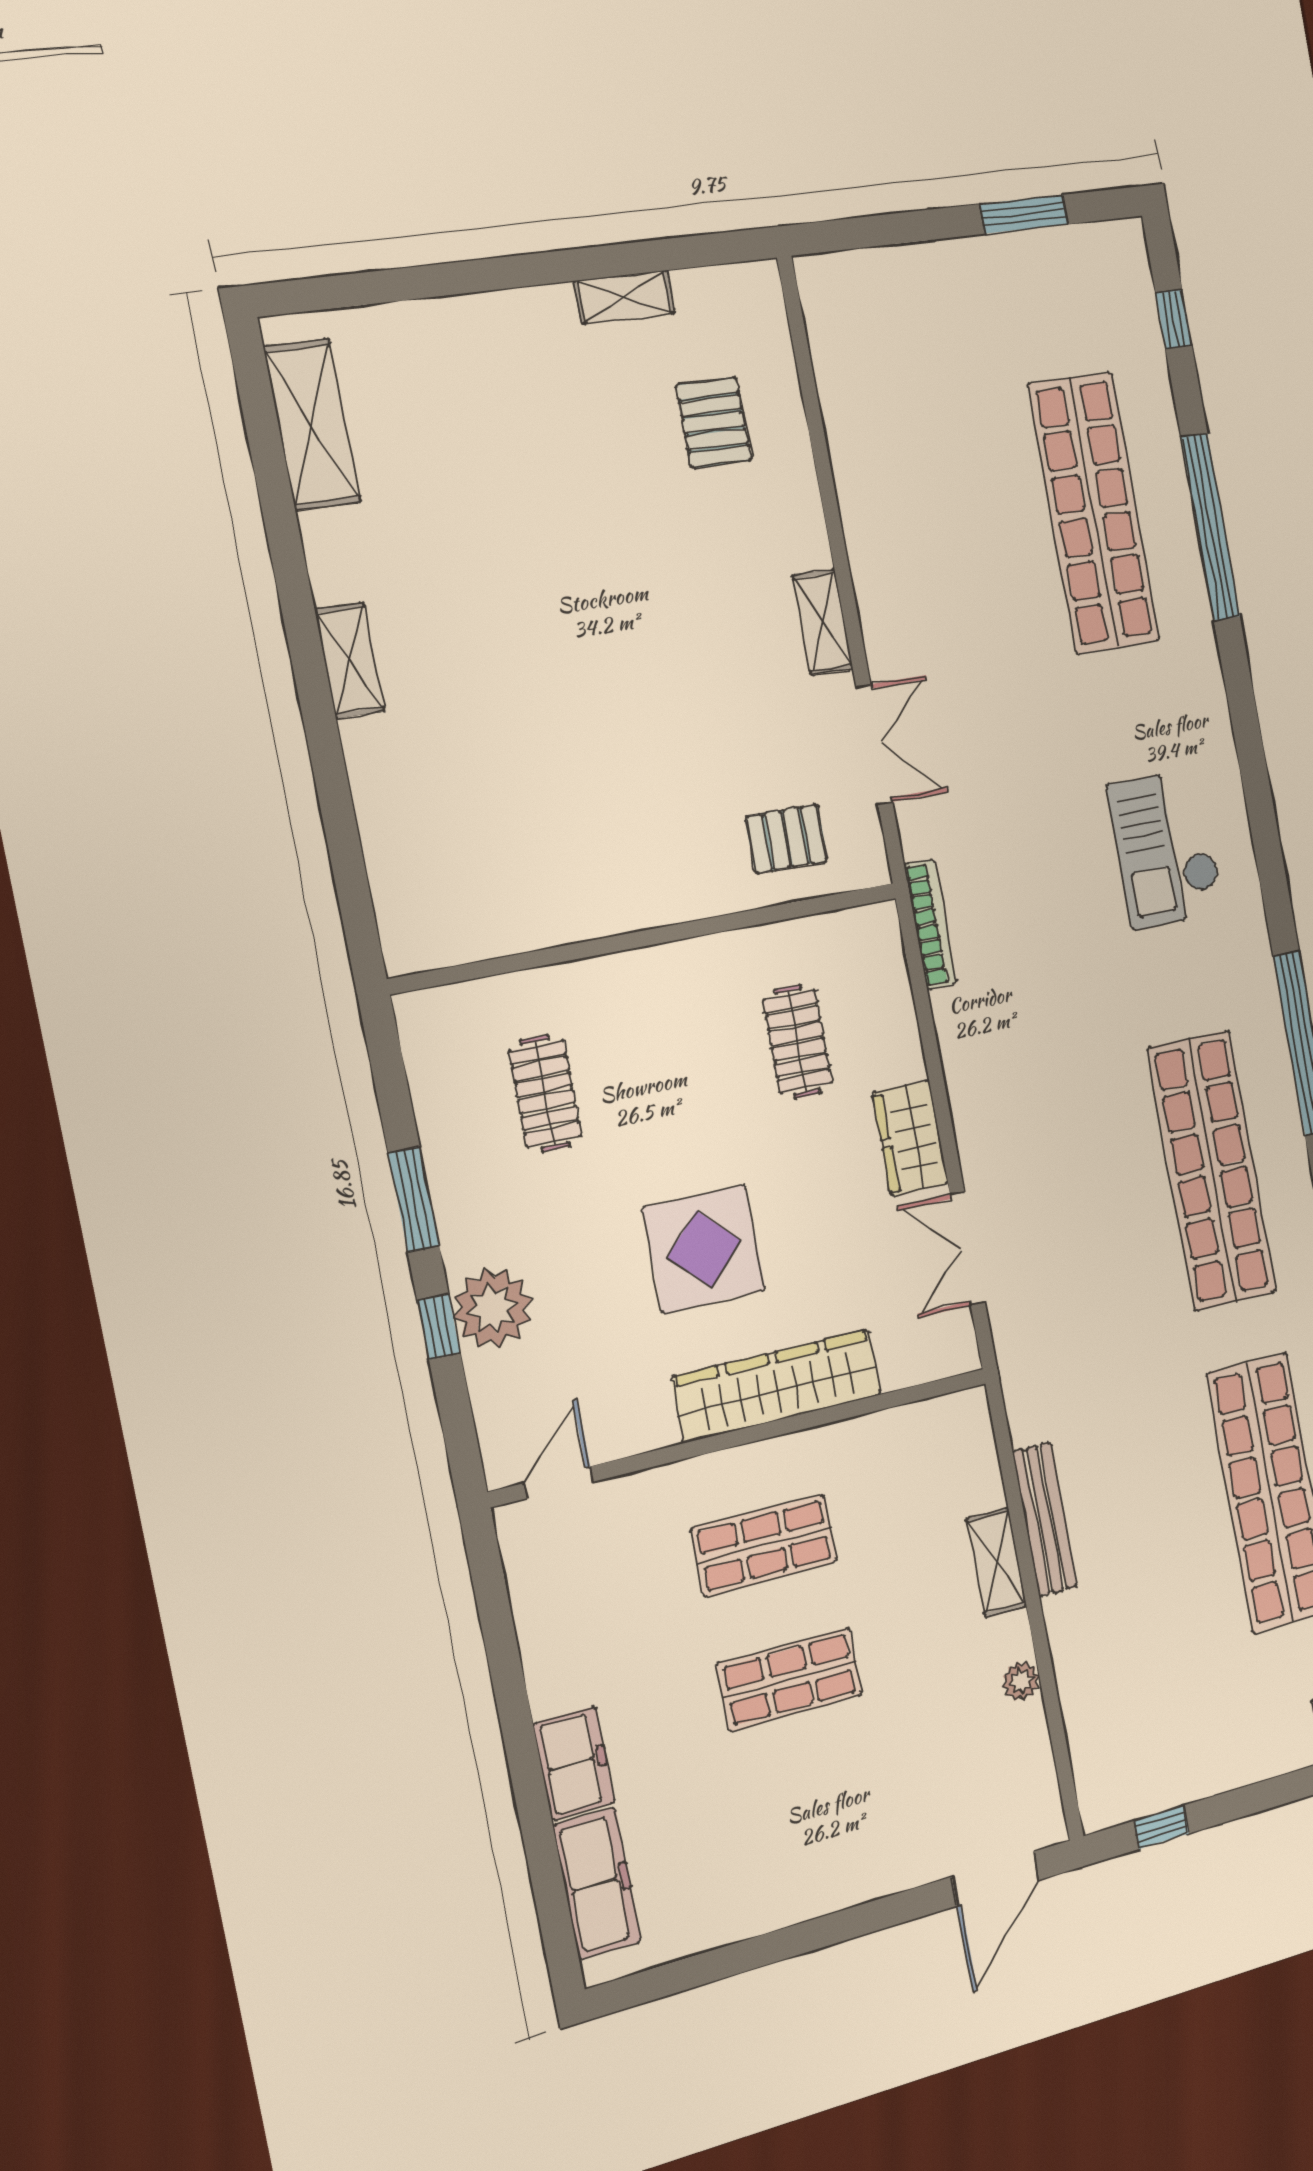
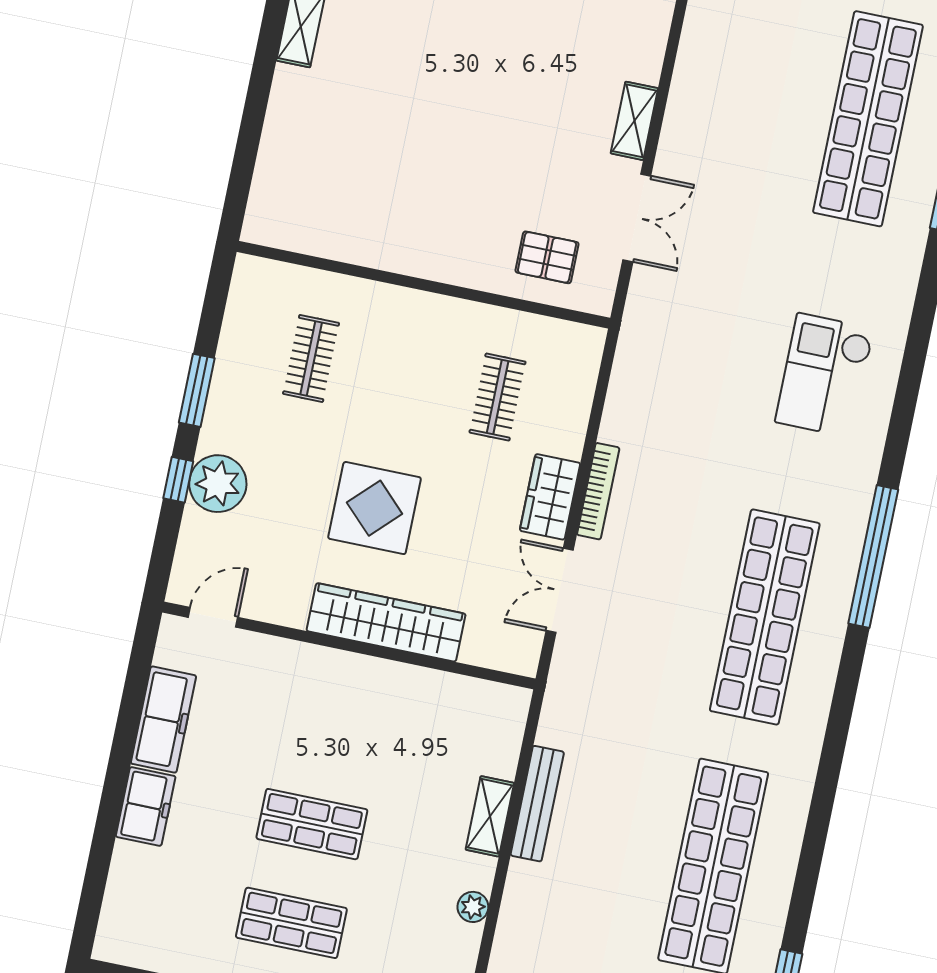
bookcase: (930, 924) -> (598, 491), moved
shop shelf: (764, 1545) -> (291, 923), moved
freezer: (597, 1884) -> (164, 720), moved

